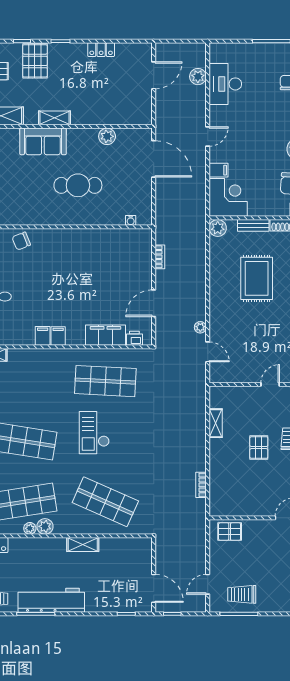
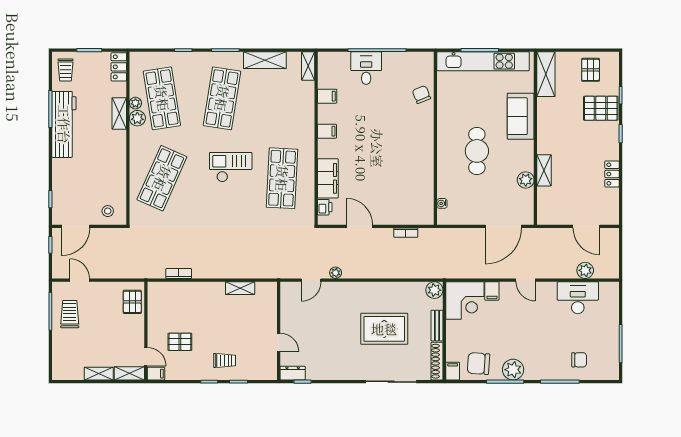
shelving: (54, 118) -> (544, 170), moved
filing cabinet: (43, 336) -> (327, 96), moved
pallet: (259, 448) -> (180, 342), moved
shelving: (83, 545) -> (119, 113), moved
stool: (138, 556) -> (108, 211), added

